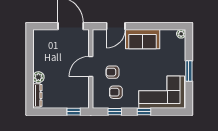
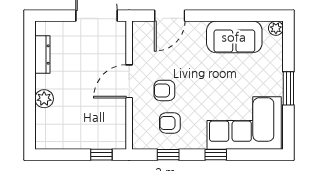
sofa: (143, 39) -> (234, 37), moved
dresser: (37, 95) -> (42, 55), moved

